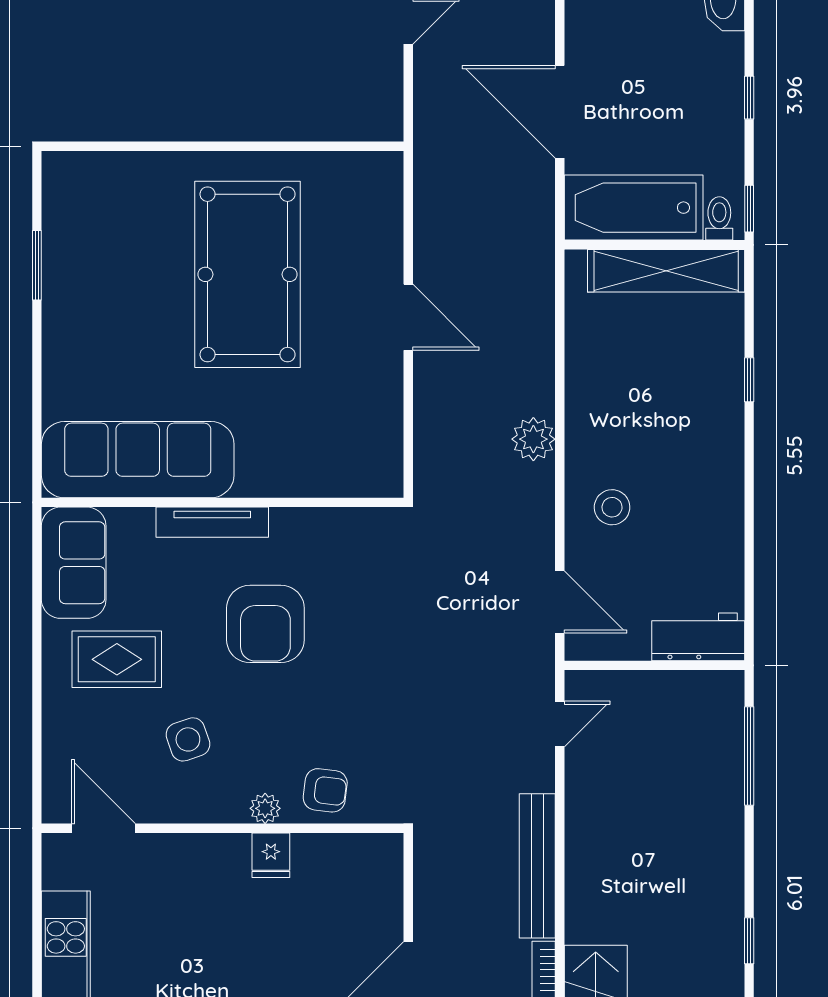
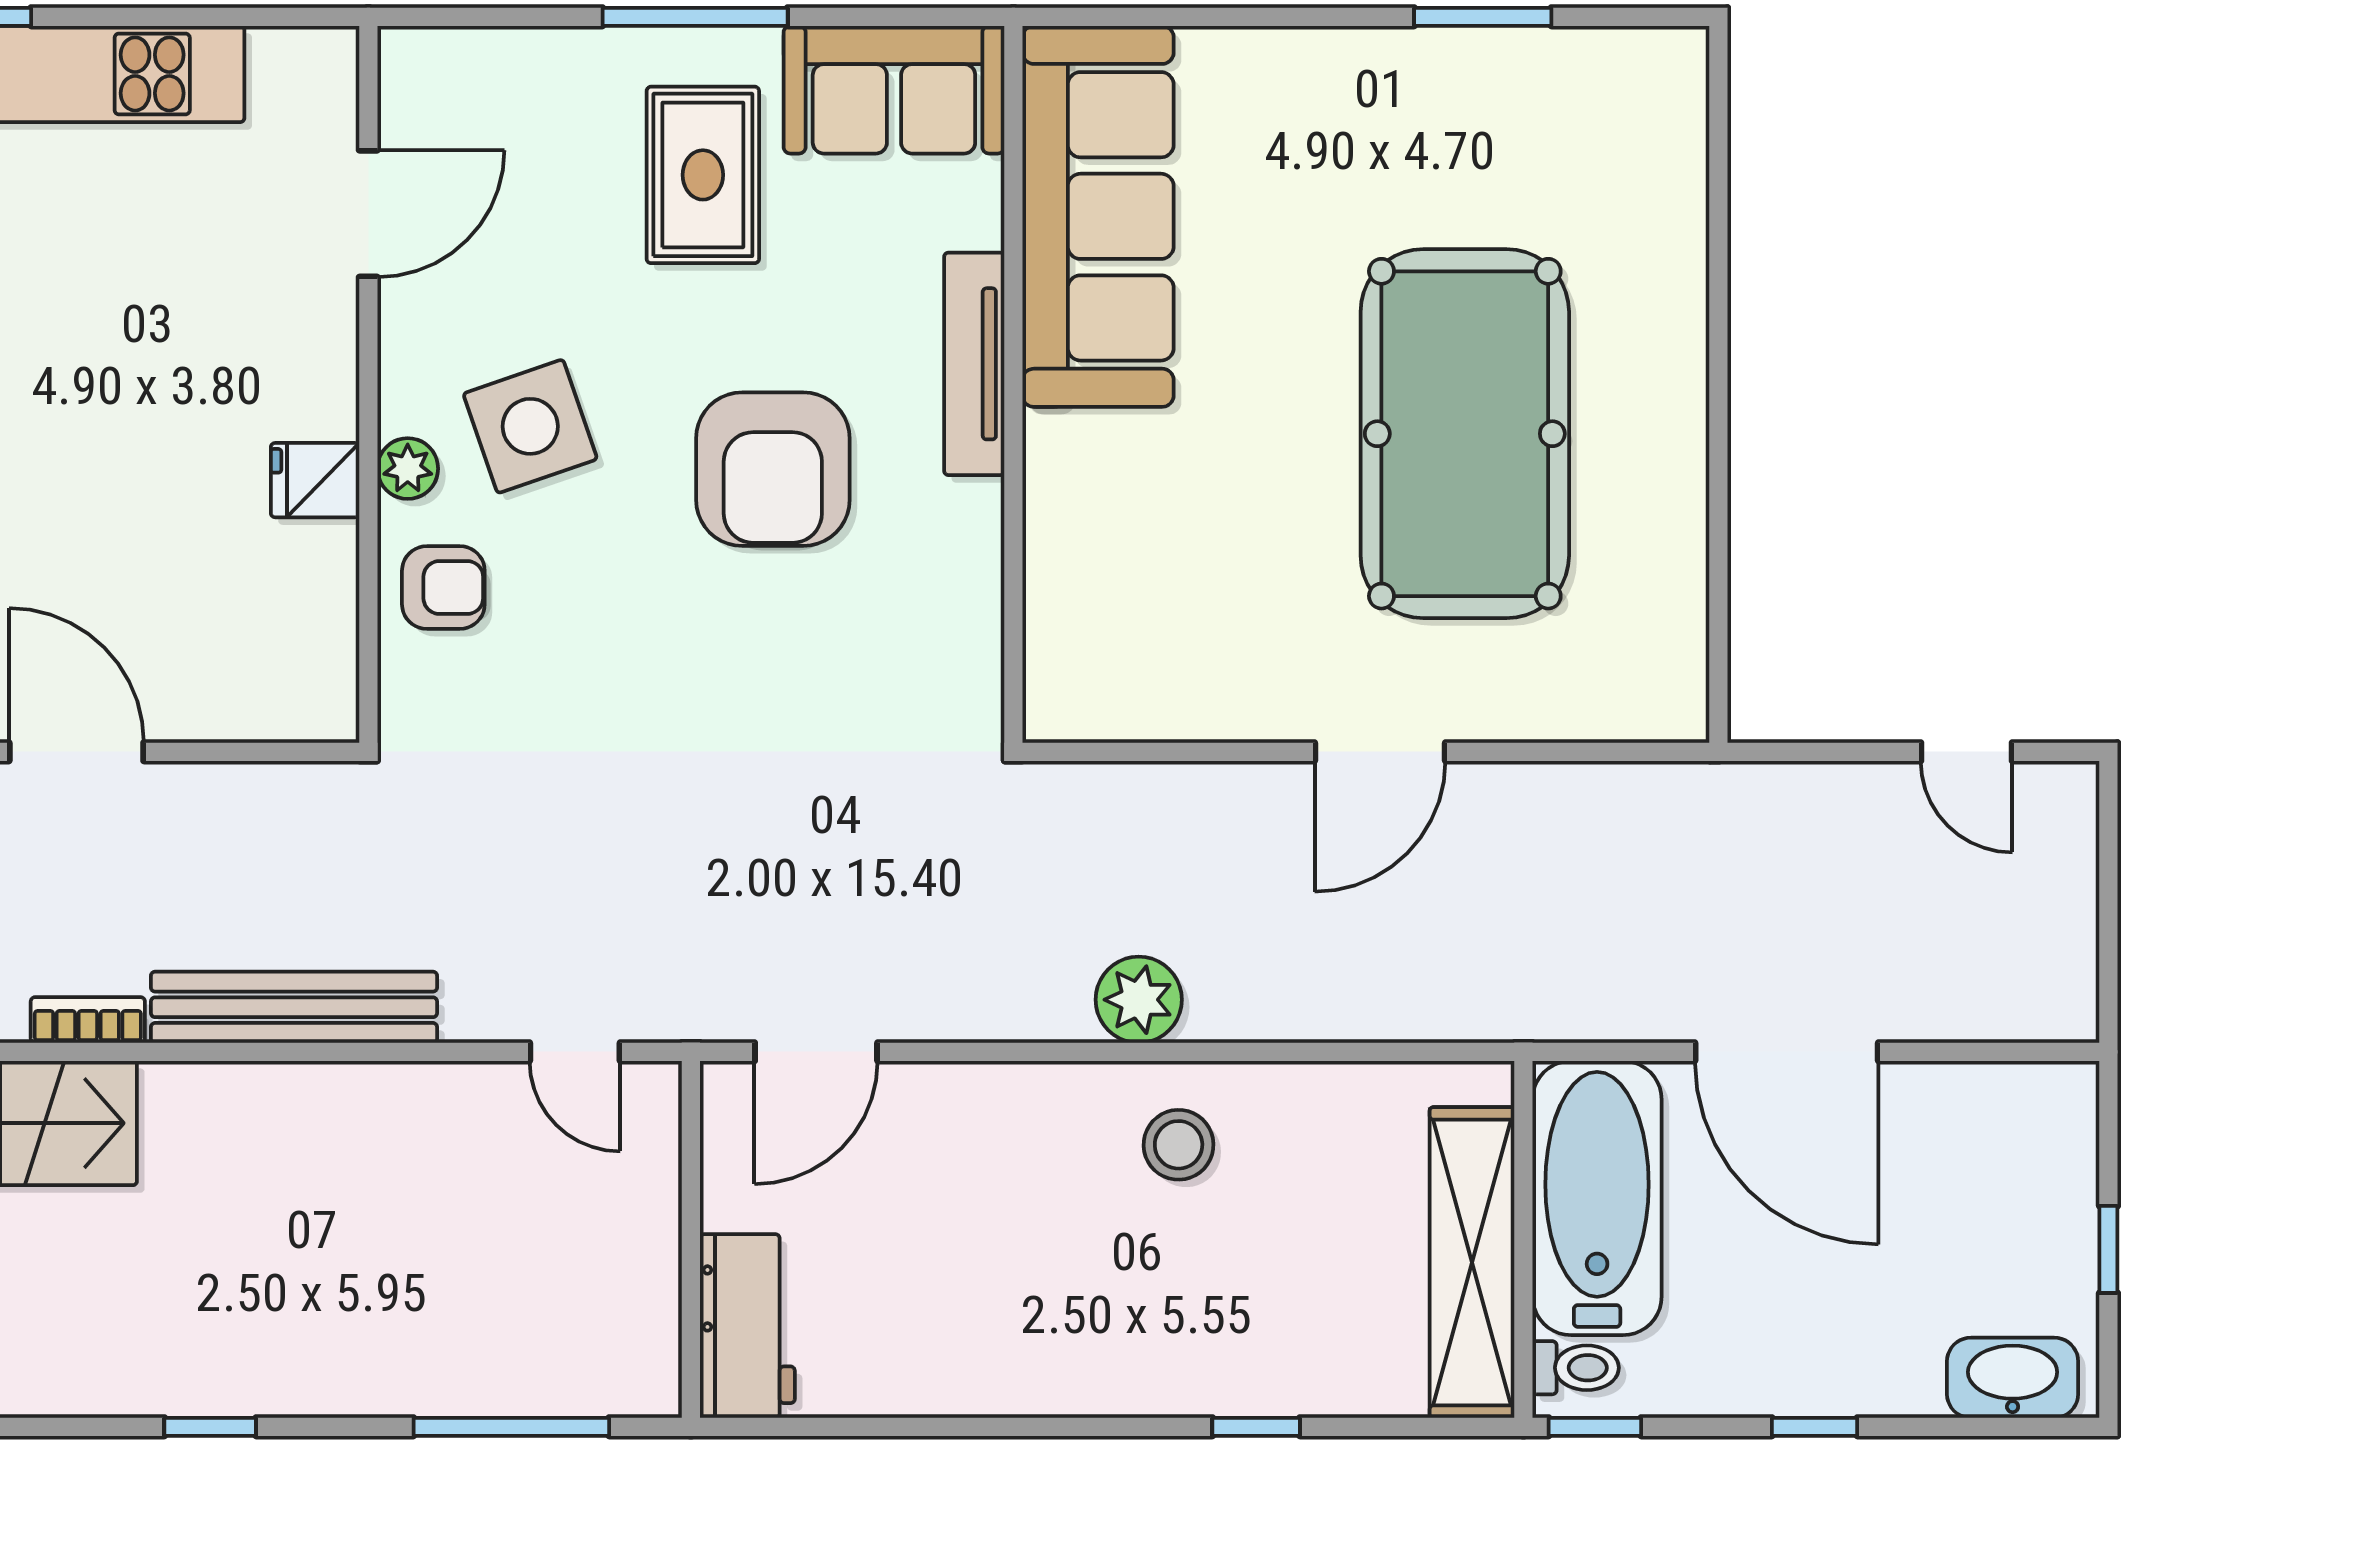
door: (560, 112) -> (1787, 1052), swing flipped
pool table: (248, 274) -> (1465, 434), turned 90
stool: (612, 507) -> (1179, 1145), moved
armchair: (265, 624) -> (773, 469), turned -90
window: (37, 663) -> (695, 17), added
side table: (188, 739) -> (530, 426), moved, width x1.37, depth x1.37
armchair: (325, 790) -> (443, 587), turned -97
door: (103, 828) -> (368, 214), moved
window: (749, 941) -> (210, 1427), moved

